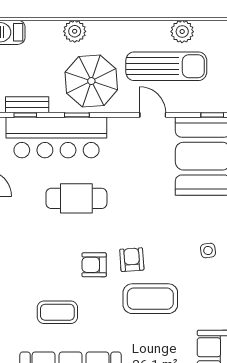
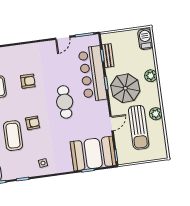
plant: (182, 32) -> (156, 114), moved
cafe table: (76, 198) -> (65, 102), moved
armchair: (94, 265) -> (28, 81), moved, turned 90

